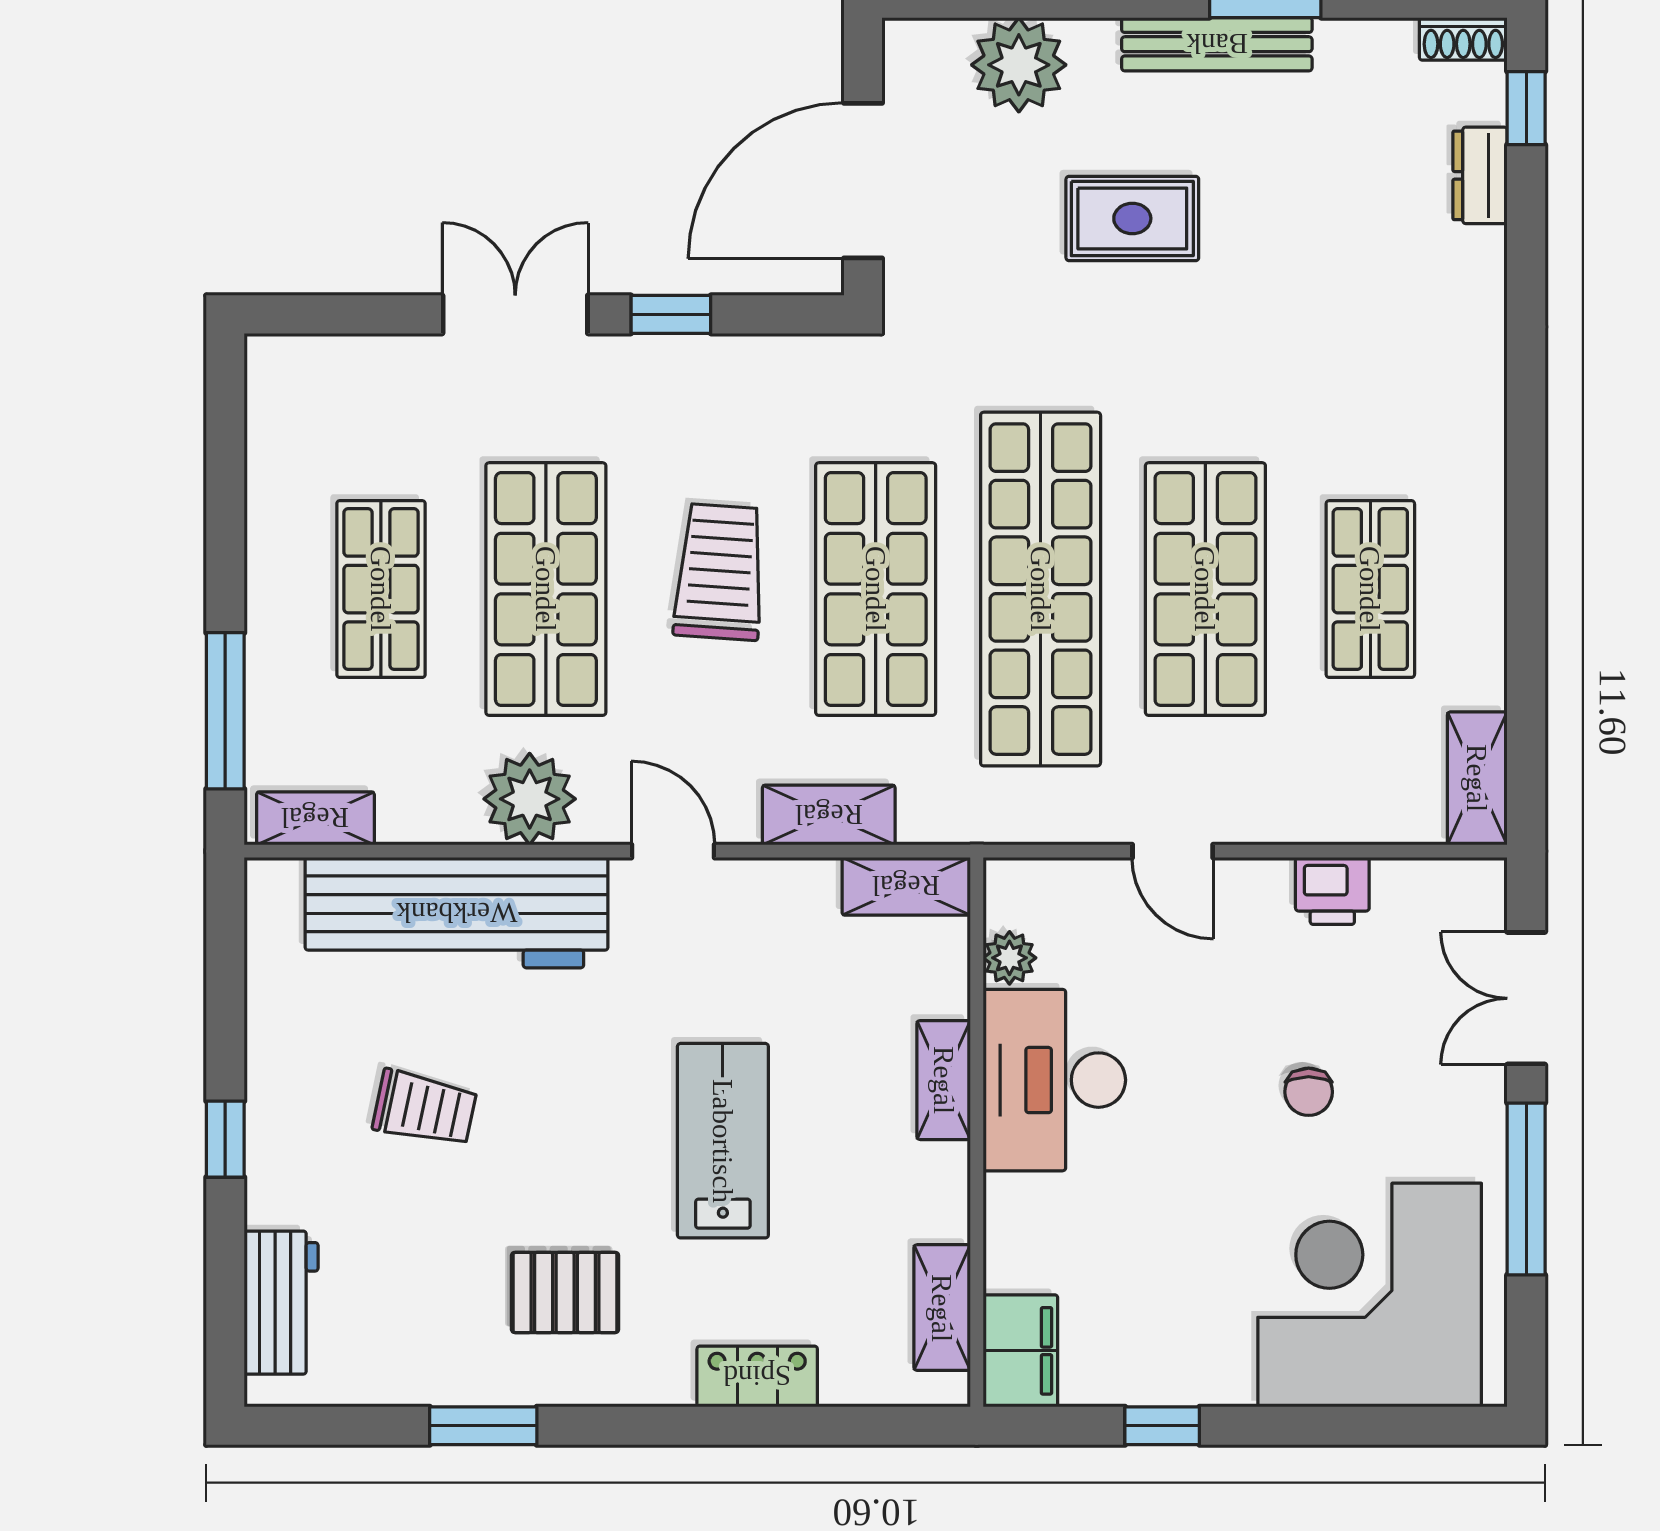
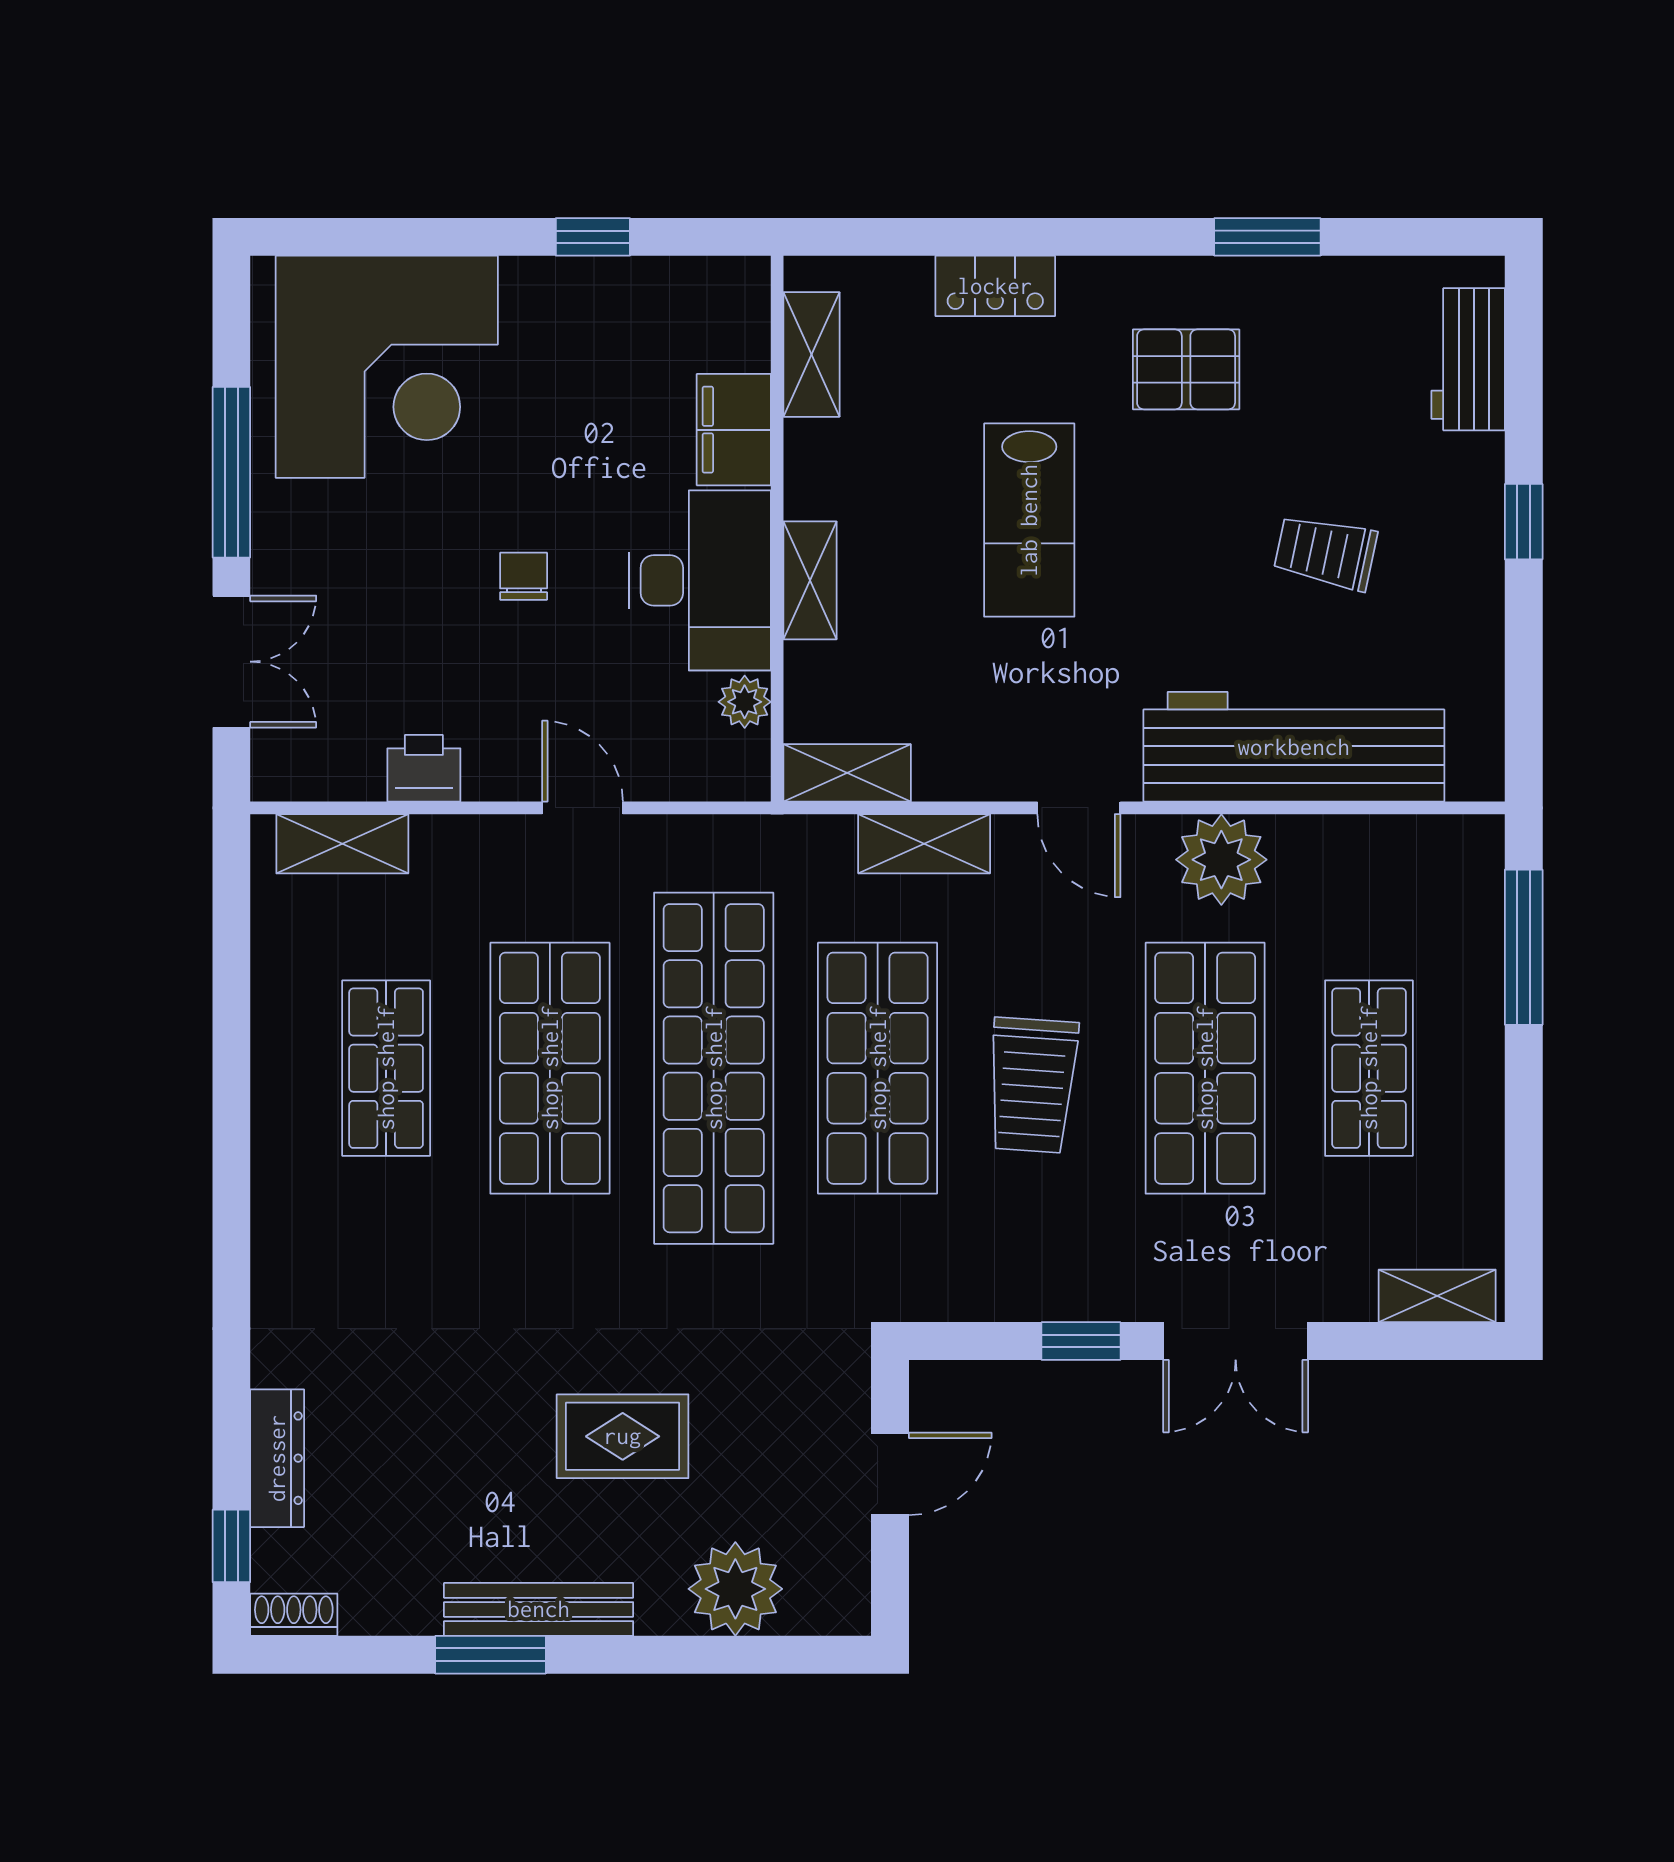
dresser: (1480, 175) -> (277, 1458), width x1.44
door: (863, 181) -> (890, 1474), width x0.53
shelving: (1477, 778) -> (342, 844), moved, turned 90
shelving: (315, 818) -> (1437, 1296), moved
chair: (1309, 1092) -> (524, 576), moved
filing cabinet: (1020, 1351) -> (734, 430), moved

